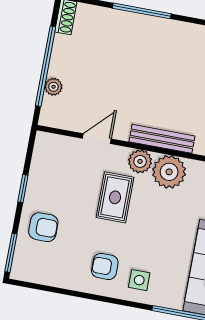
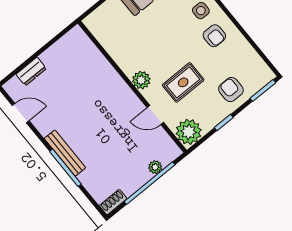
bench: (162, 139) -> (65, 153), moved
plant: (169, 172) -> (189, 132), moved
rug: (115, 197) -> (183, 82), moved

